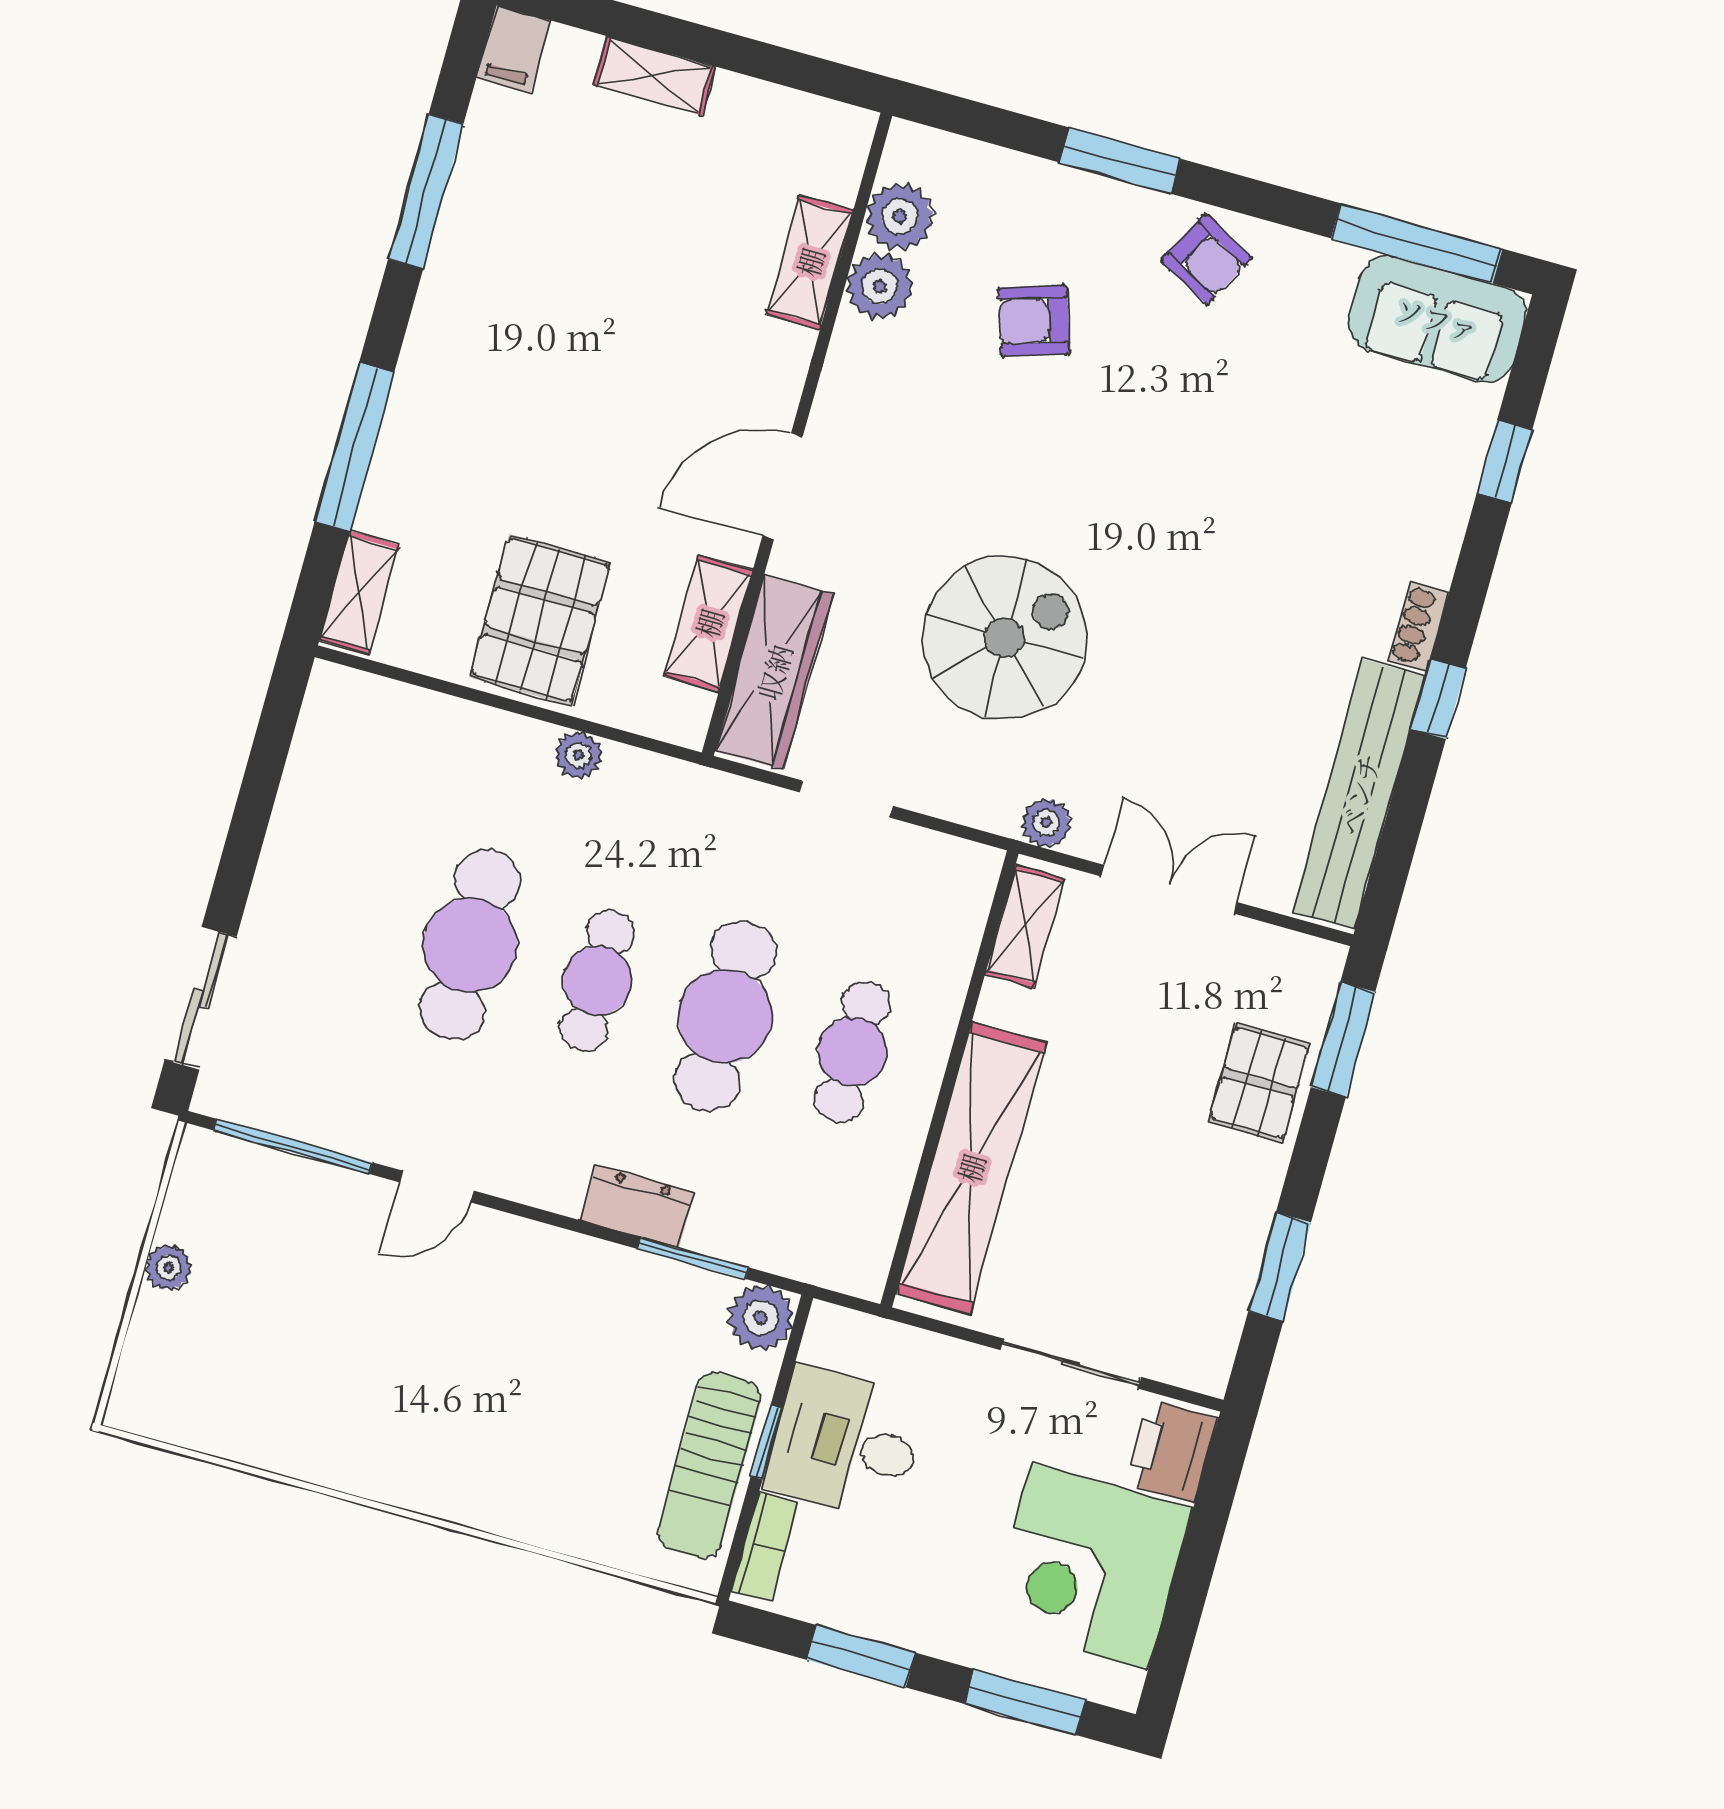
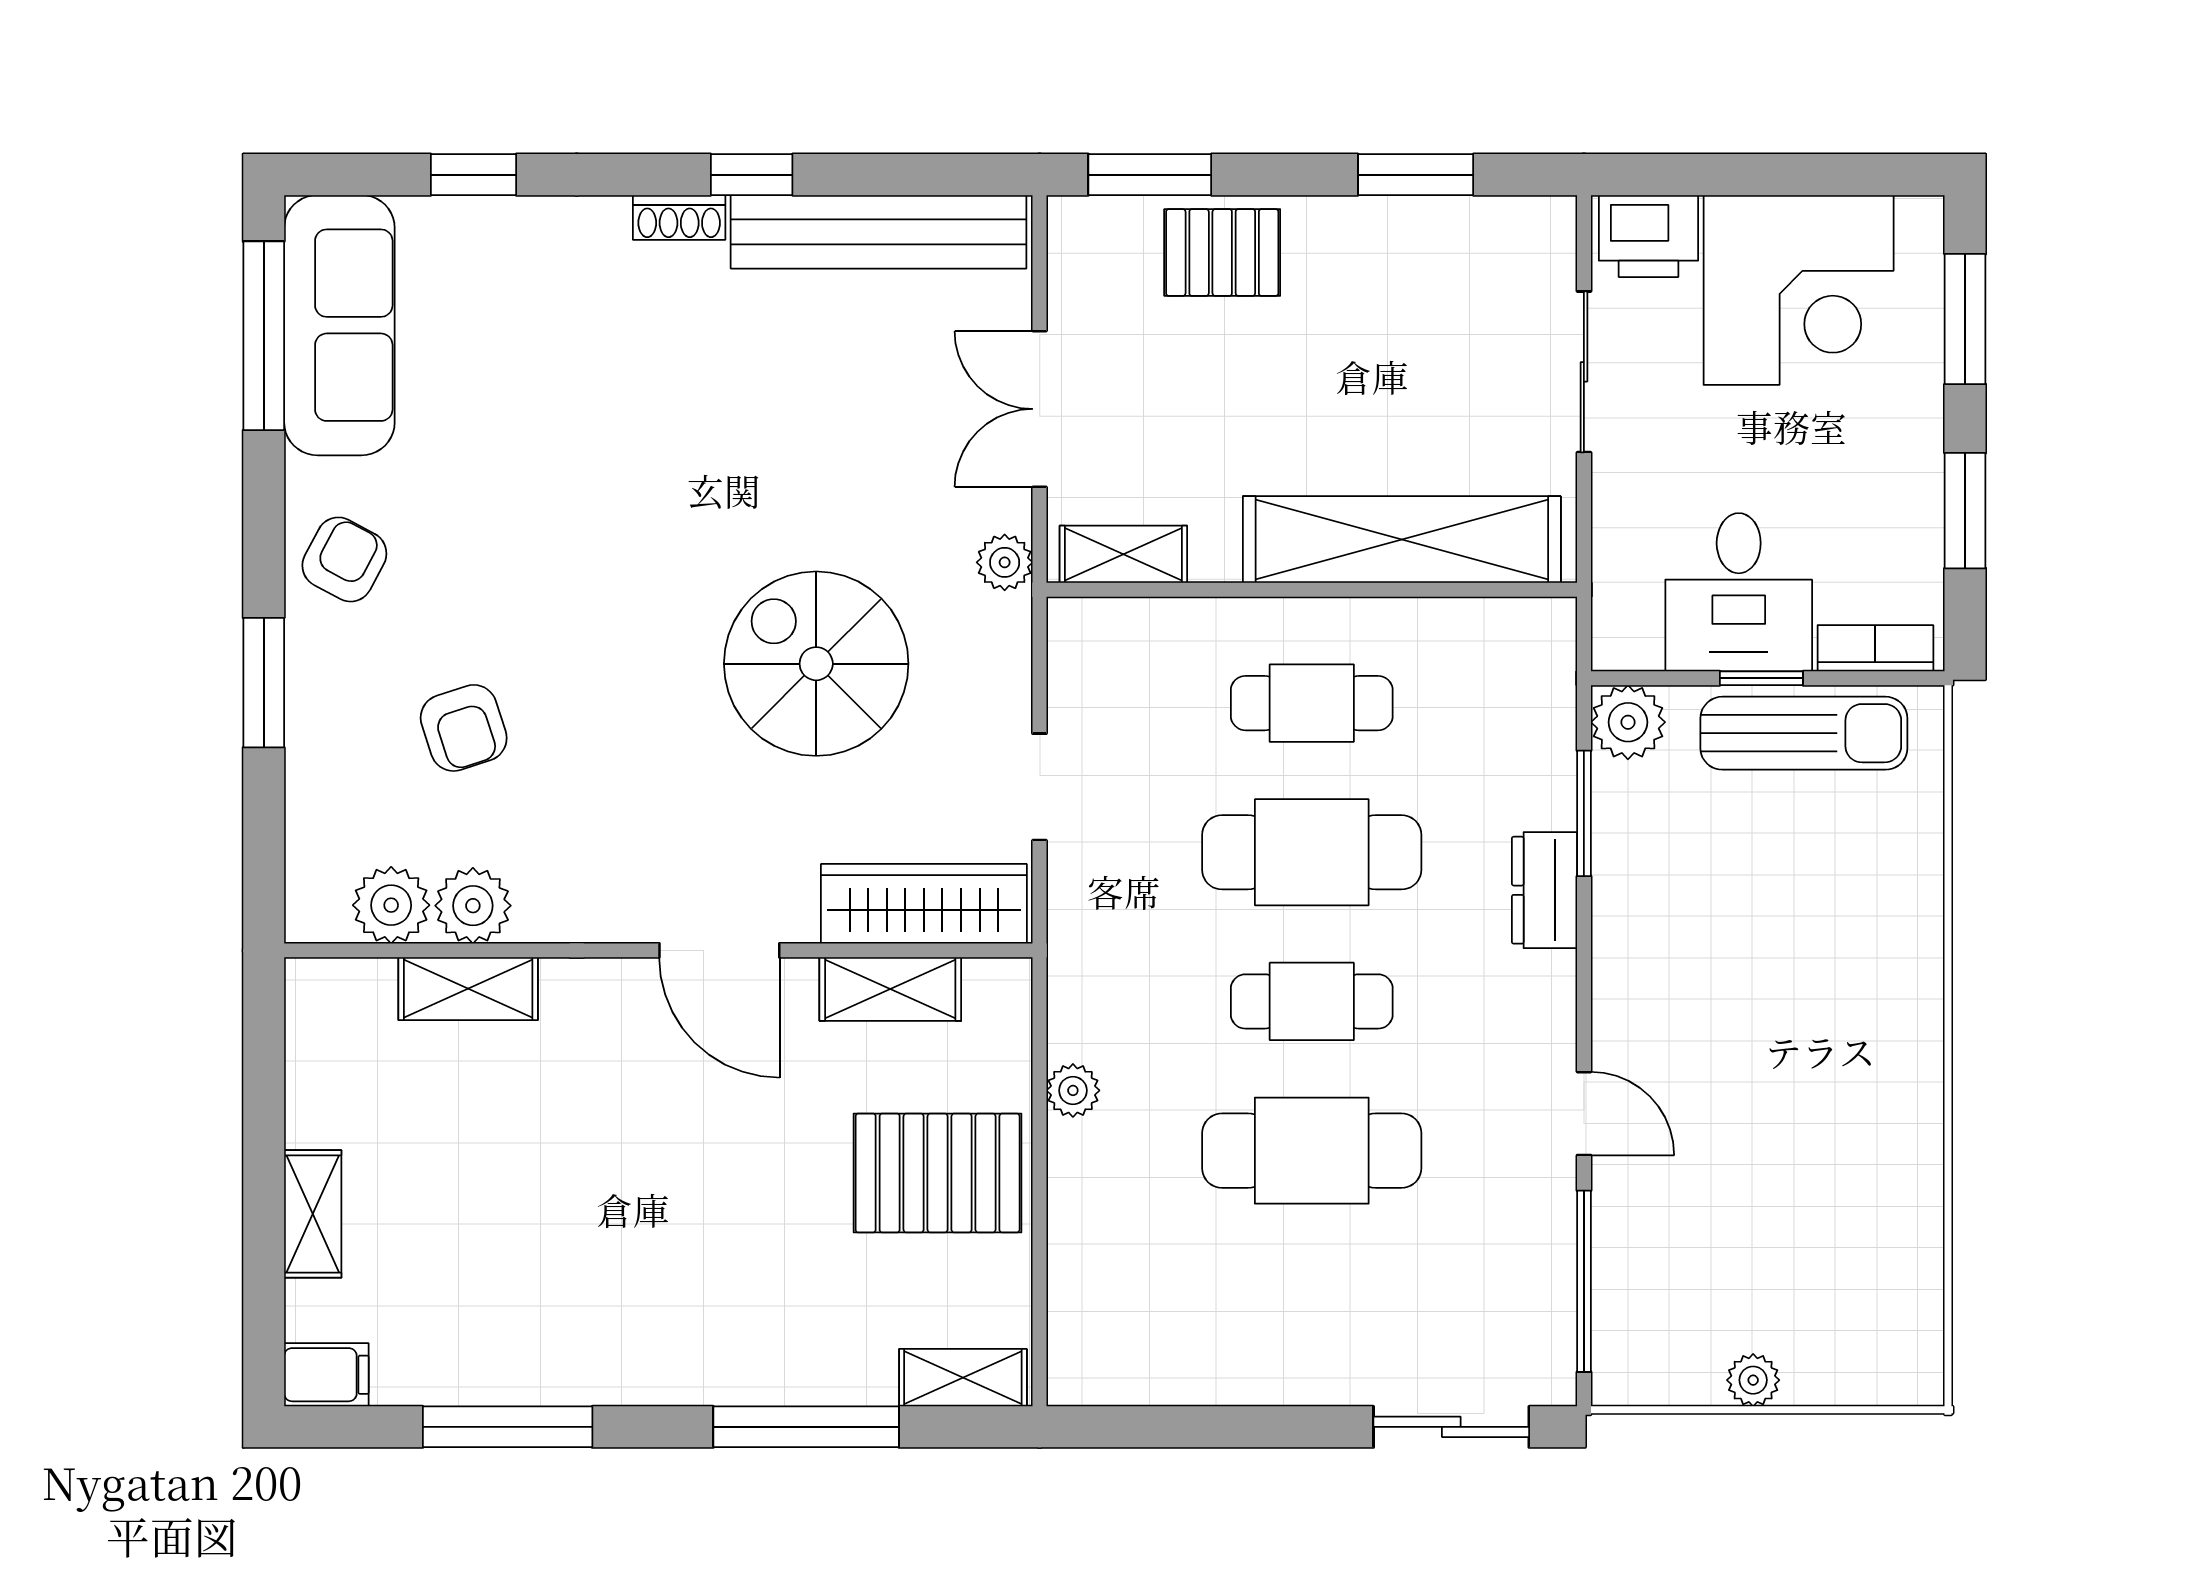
sofa: (1437, 319) -> (339, 325), width x1.36

